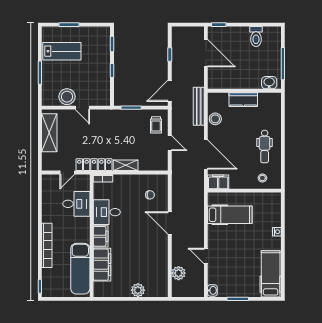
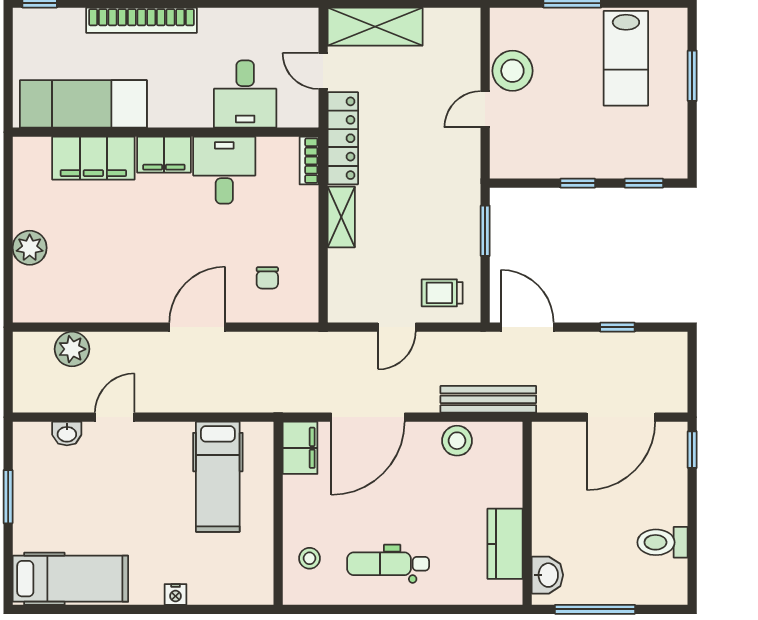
kitchen counter: (243, 100) -> (505, 544), moved
shelving: (49, 133) -> (375, 27), moved
washbasin: (212, 290) -> (67, 434), moved

